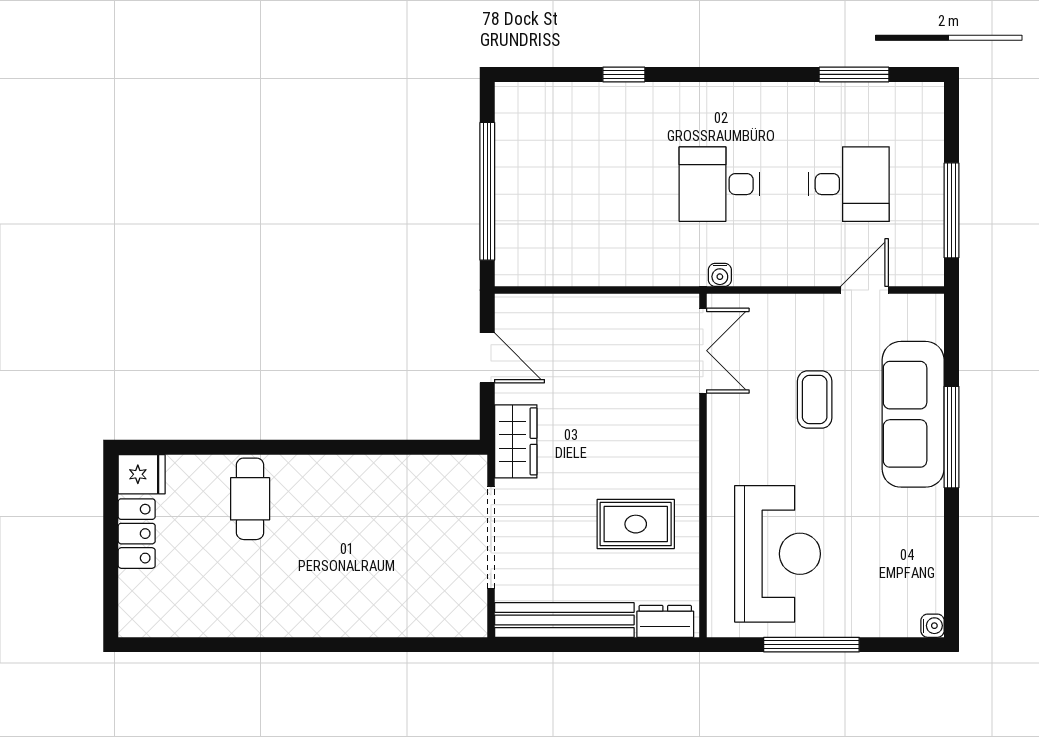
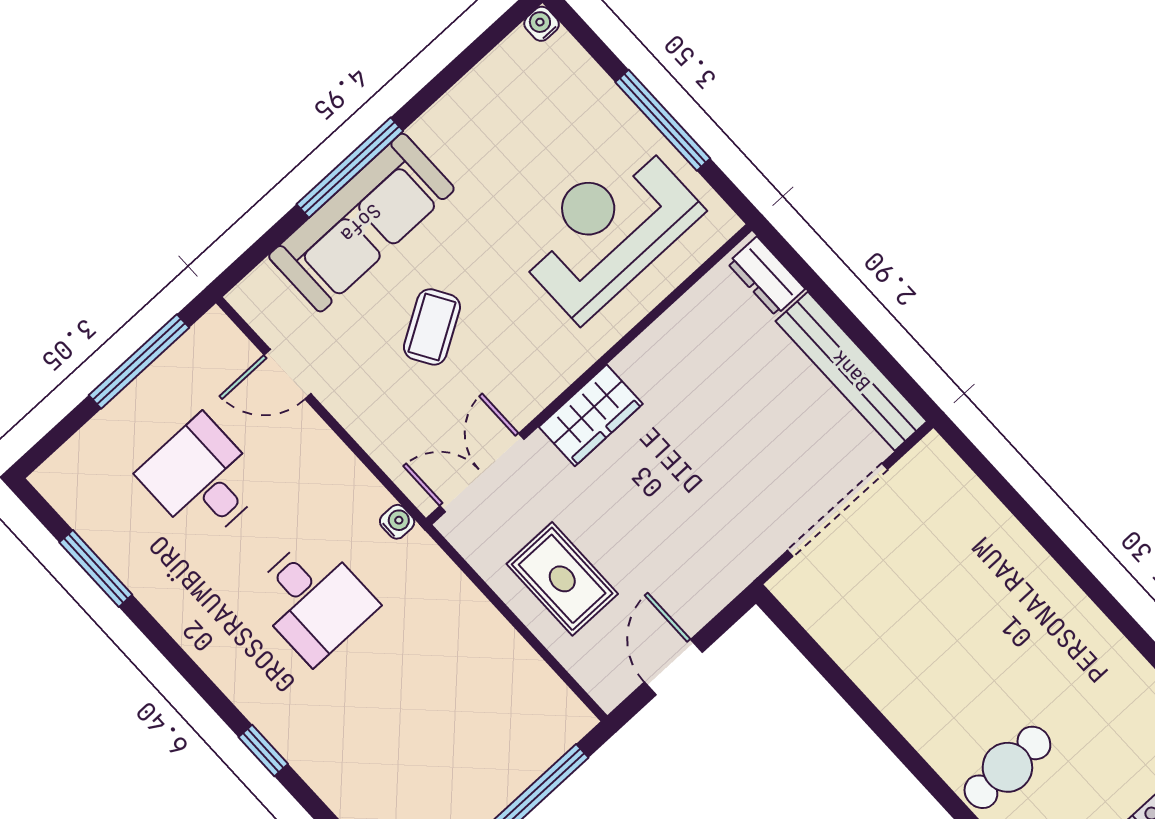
window: (624, 74) -> (263, 750), moved
coffee table: (815, 400) -> (432, 327), turned -31
wardrobe: (516, 441) -> (591, 415), moved, turned 180
rug: (636, 524) -> (562, 579), moved

